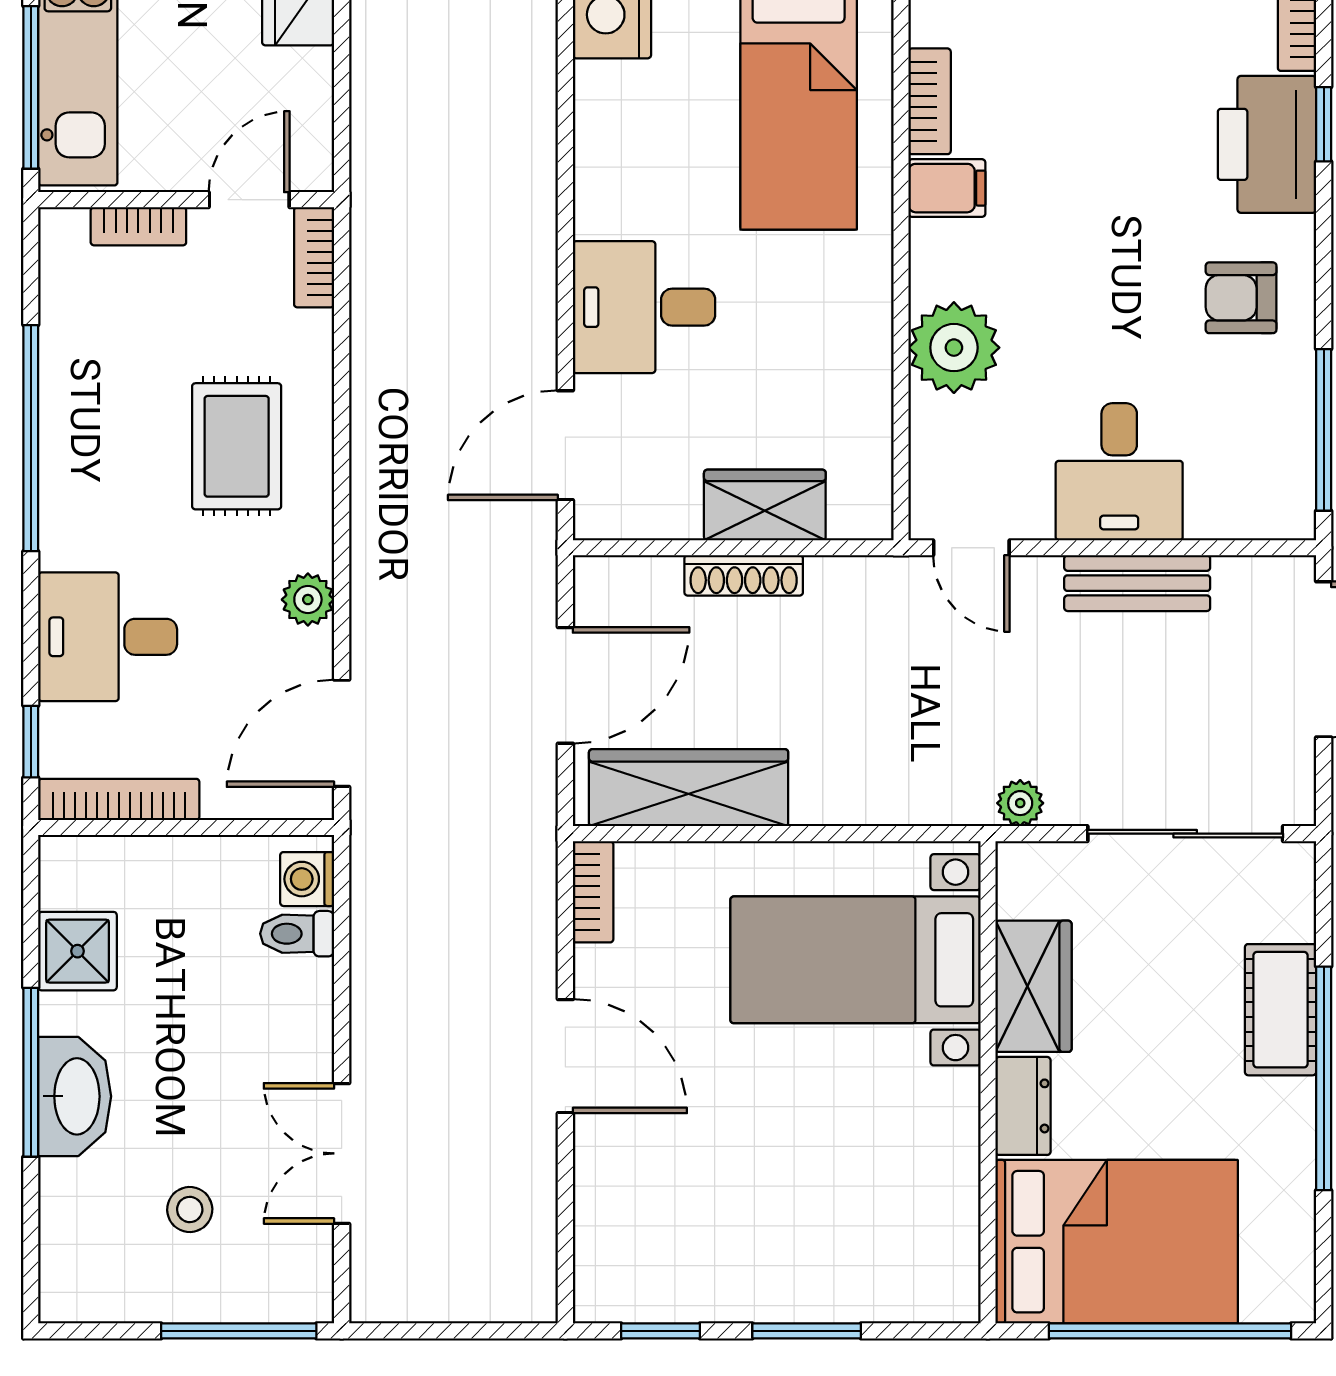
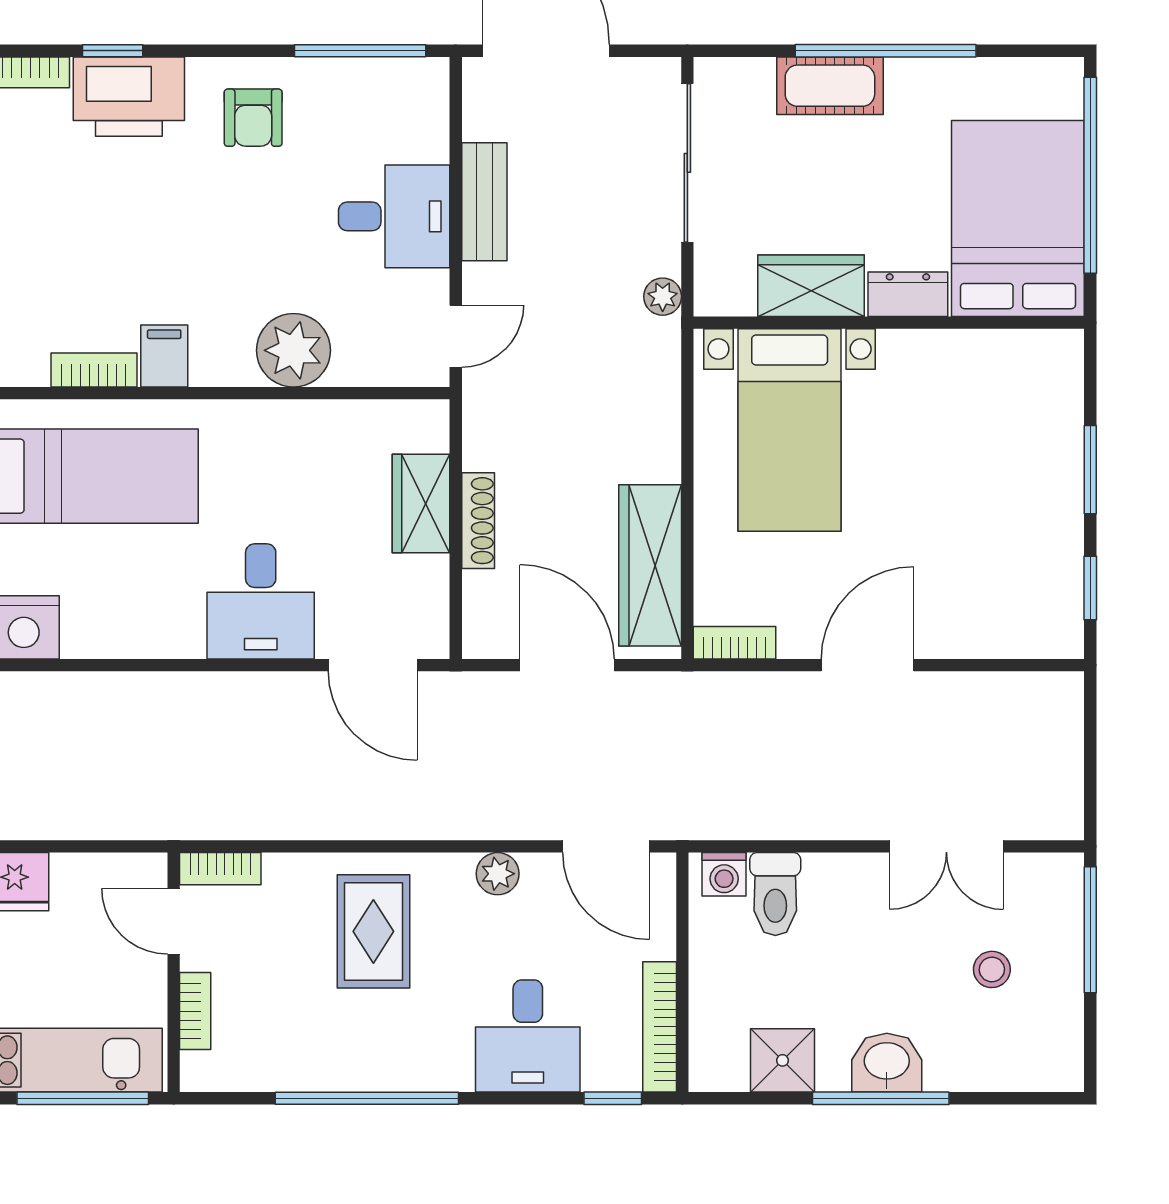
rug: (237, 446) -> (373, 931), turned 90
toilet: (297, 934) -> (775, 894), width x1.37, depth x1.39
washbasin: (75, 1096) -> (887, 1063), width x0.72

